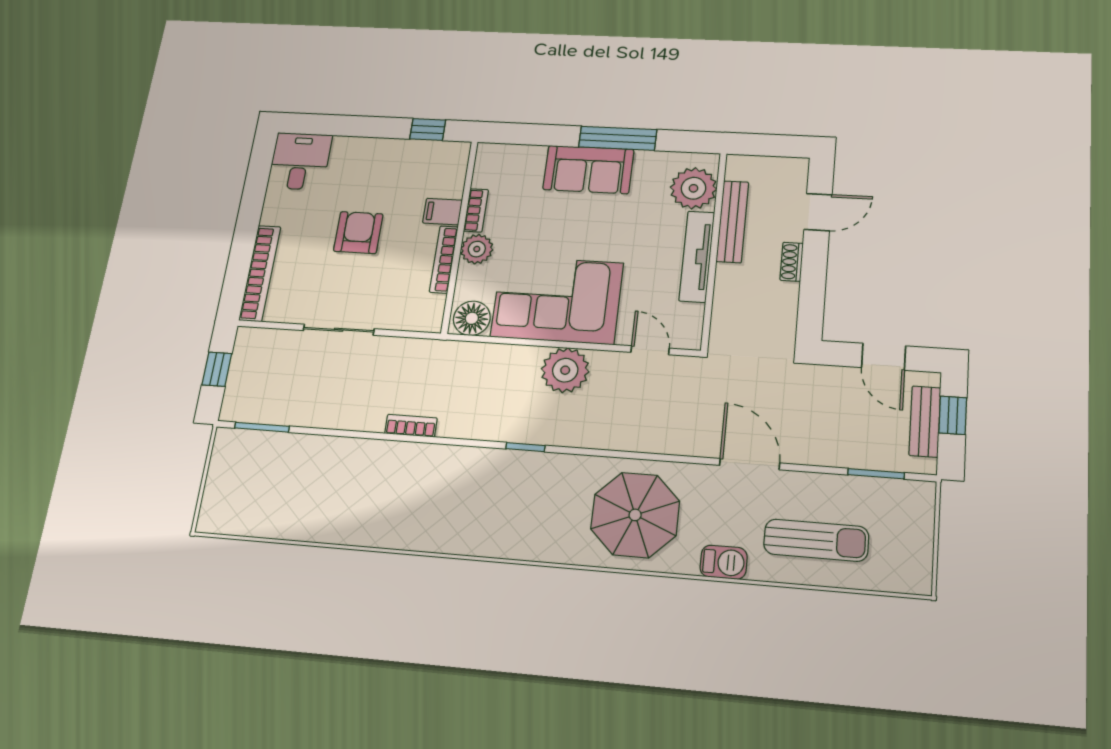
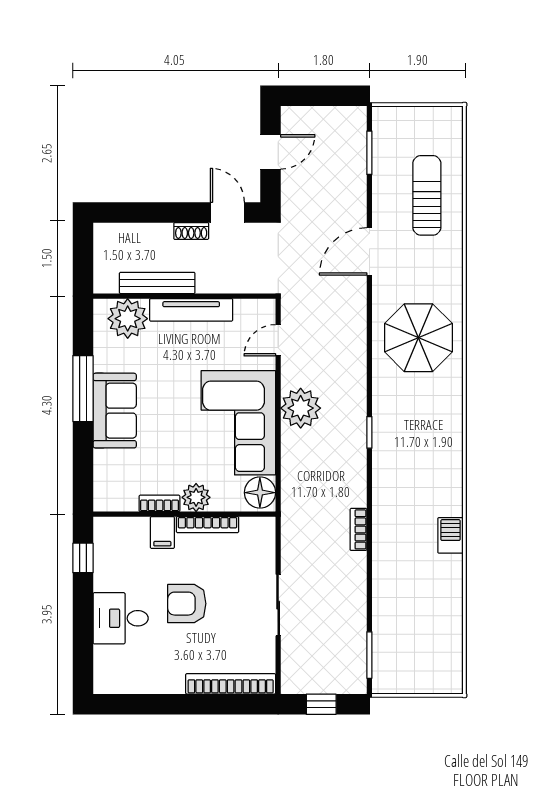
desk: (300, 161) -> (121, 618), moved
door: (818, 212) -> (227, 212), moved
window: (953, 415) -> (316, 96), removed
bench: (925, 421) -> (323, 117), removed
barbecue: (724, 562) -> (450, 535), moved

